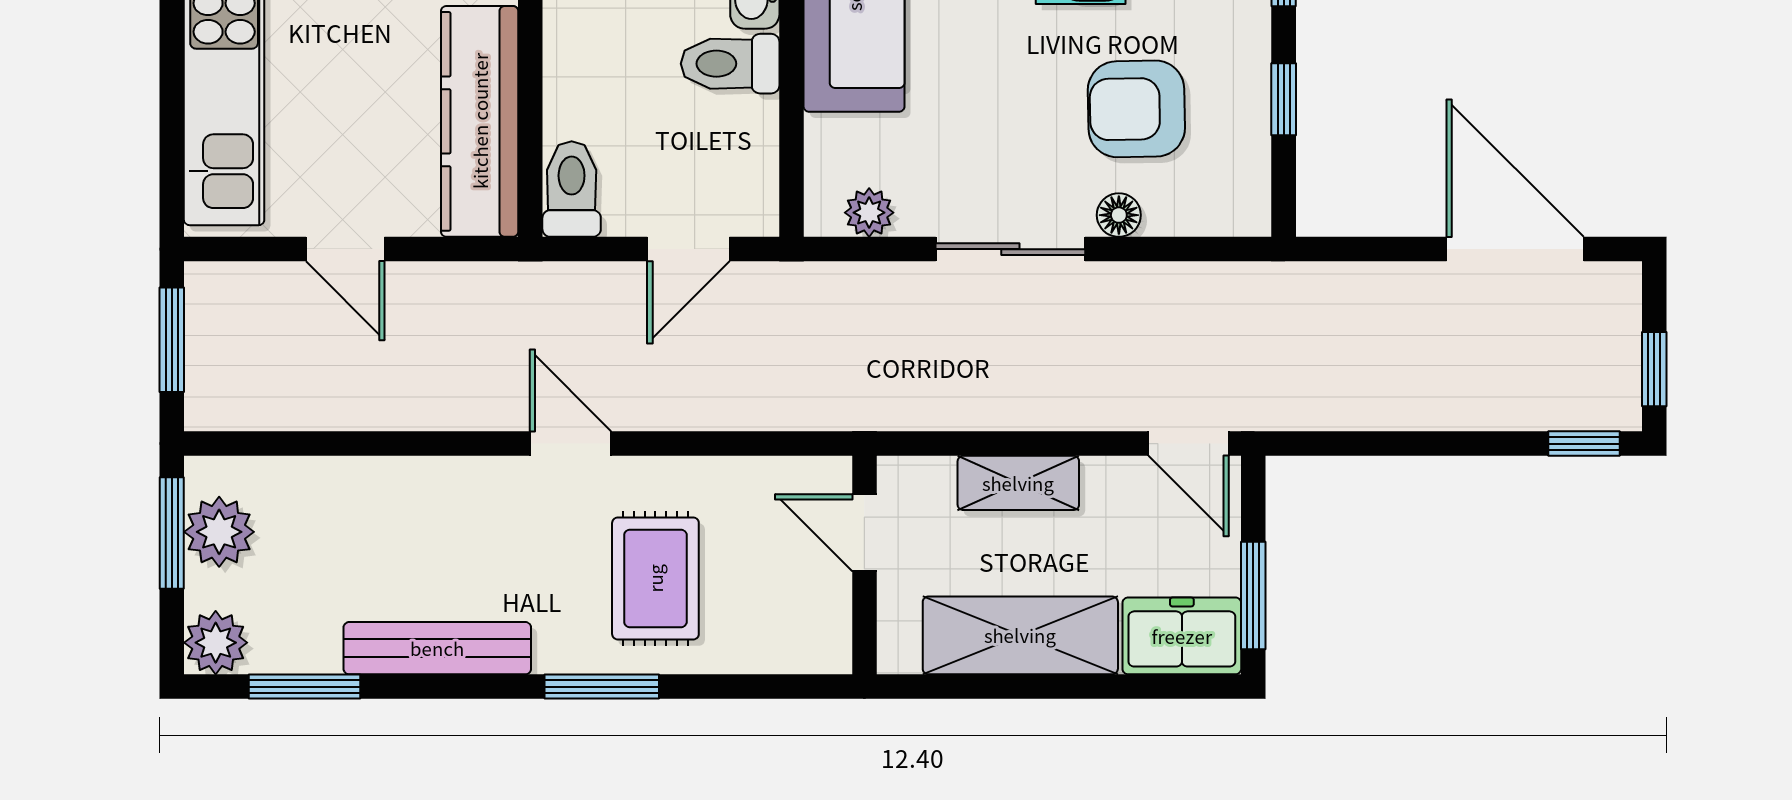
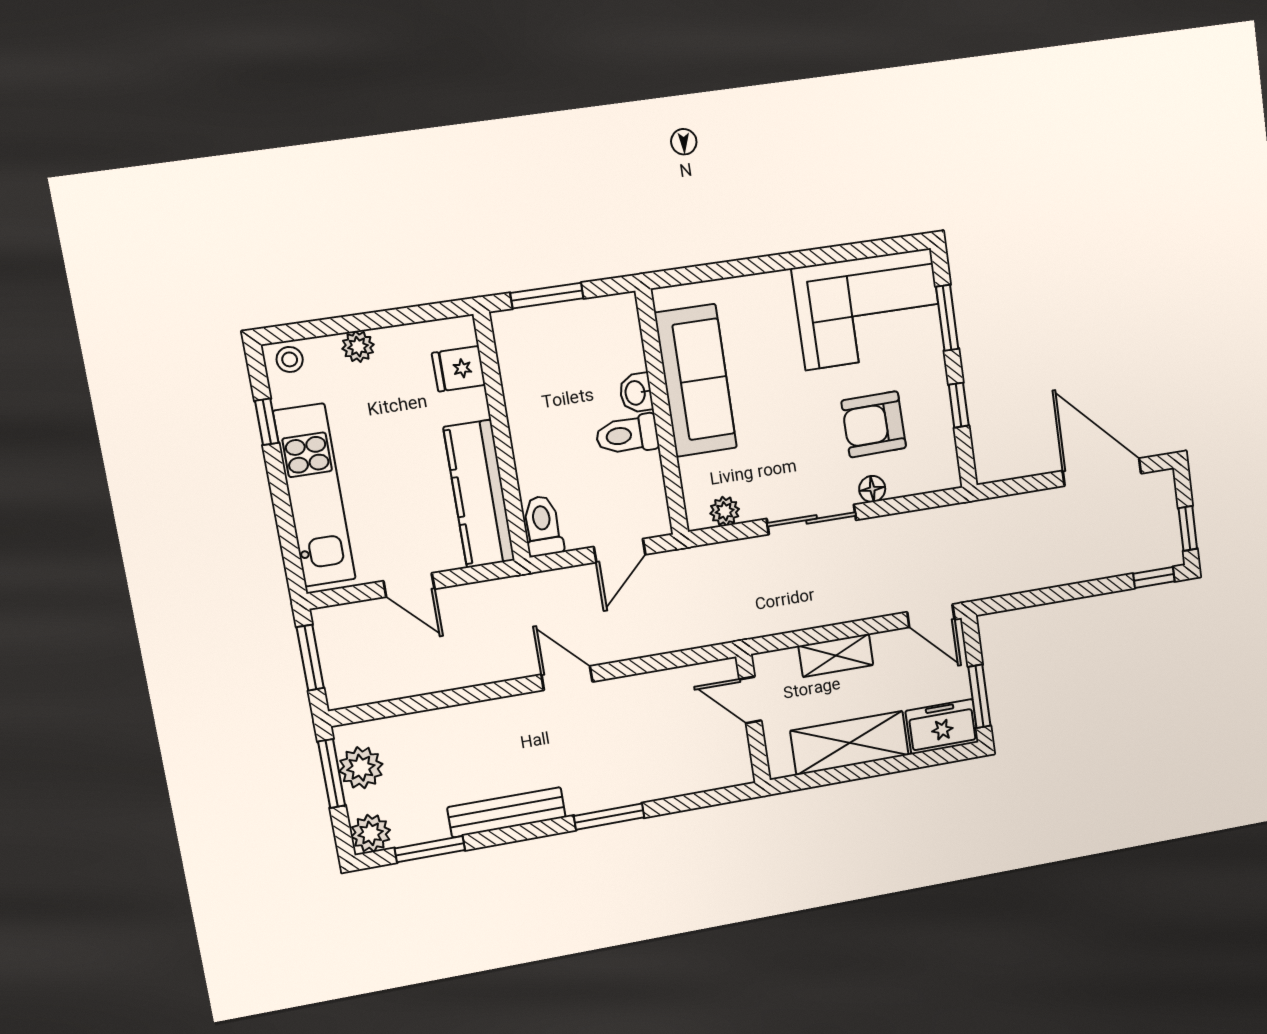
rug: (655, 578) -> (631, 748), removed

